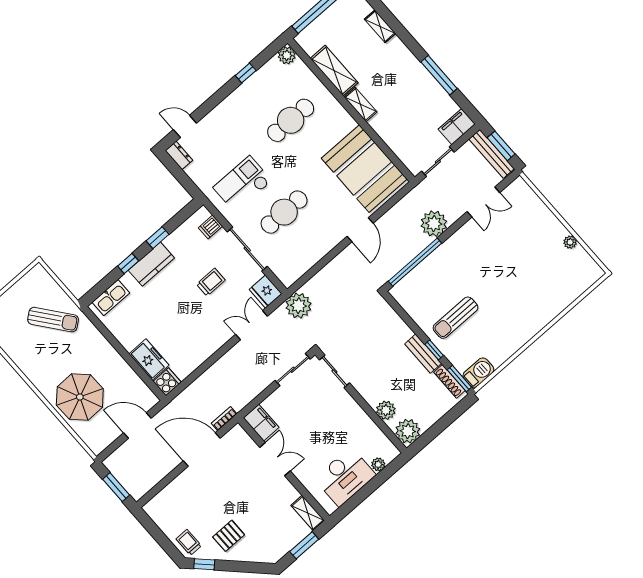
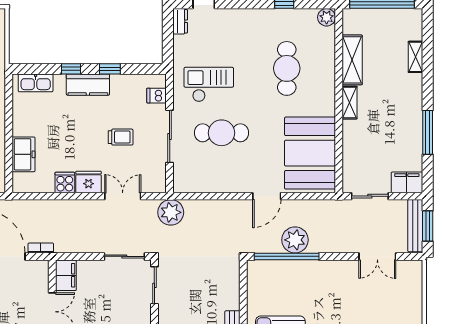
cafe table: (291, 120) -> (287, 68), turned 90
plant: (434, 224) -> (295, 240), moved
fridge: (266, 292) -> (89, 182), moved, turned 90
cooker: (167, 382) -> (65, 182), moved, turned -90

